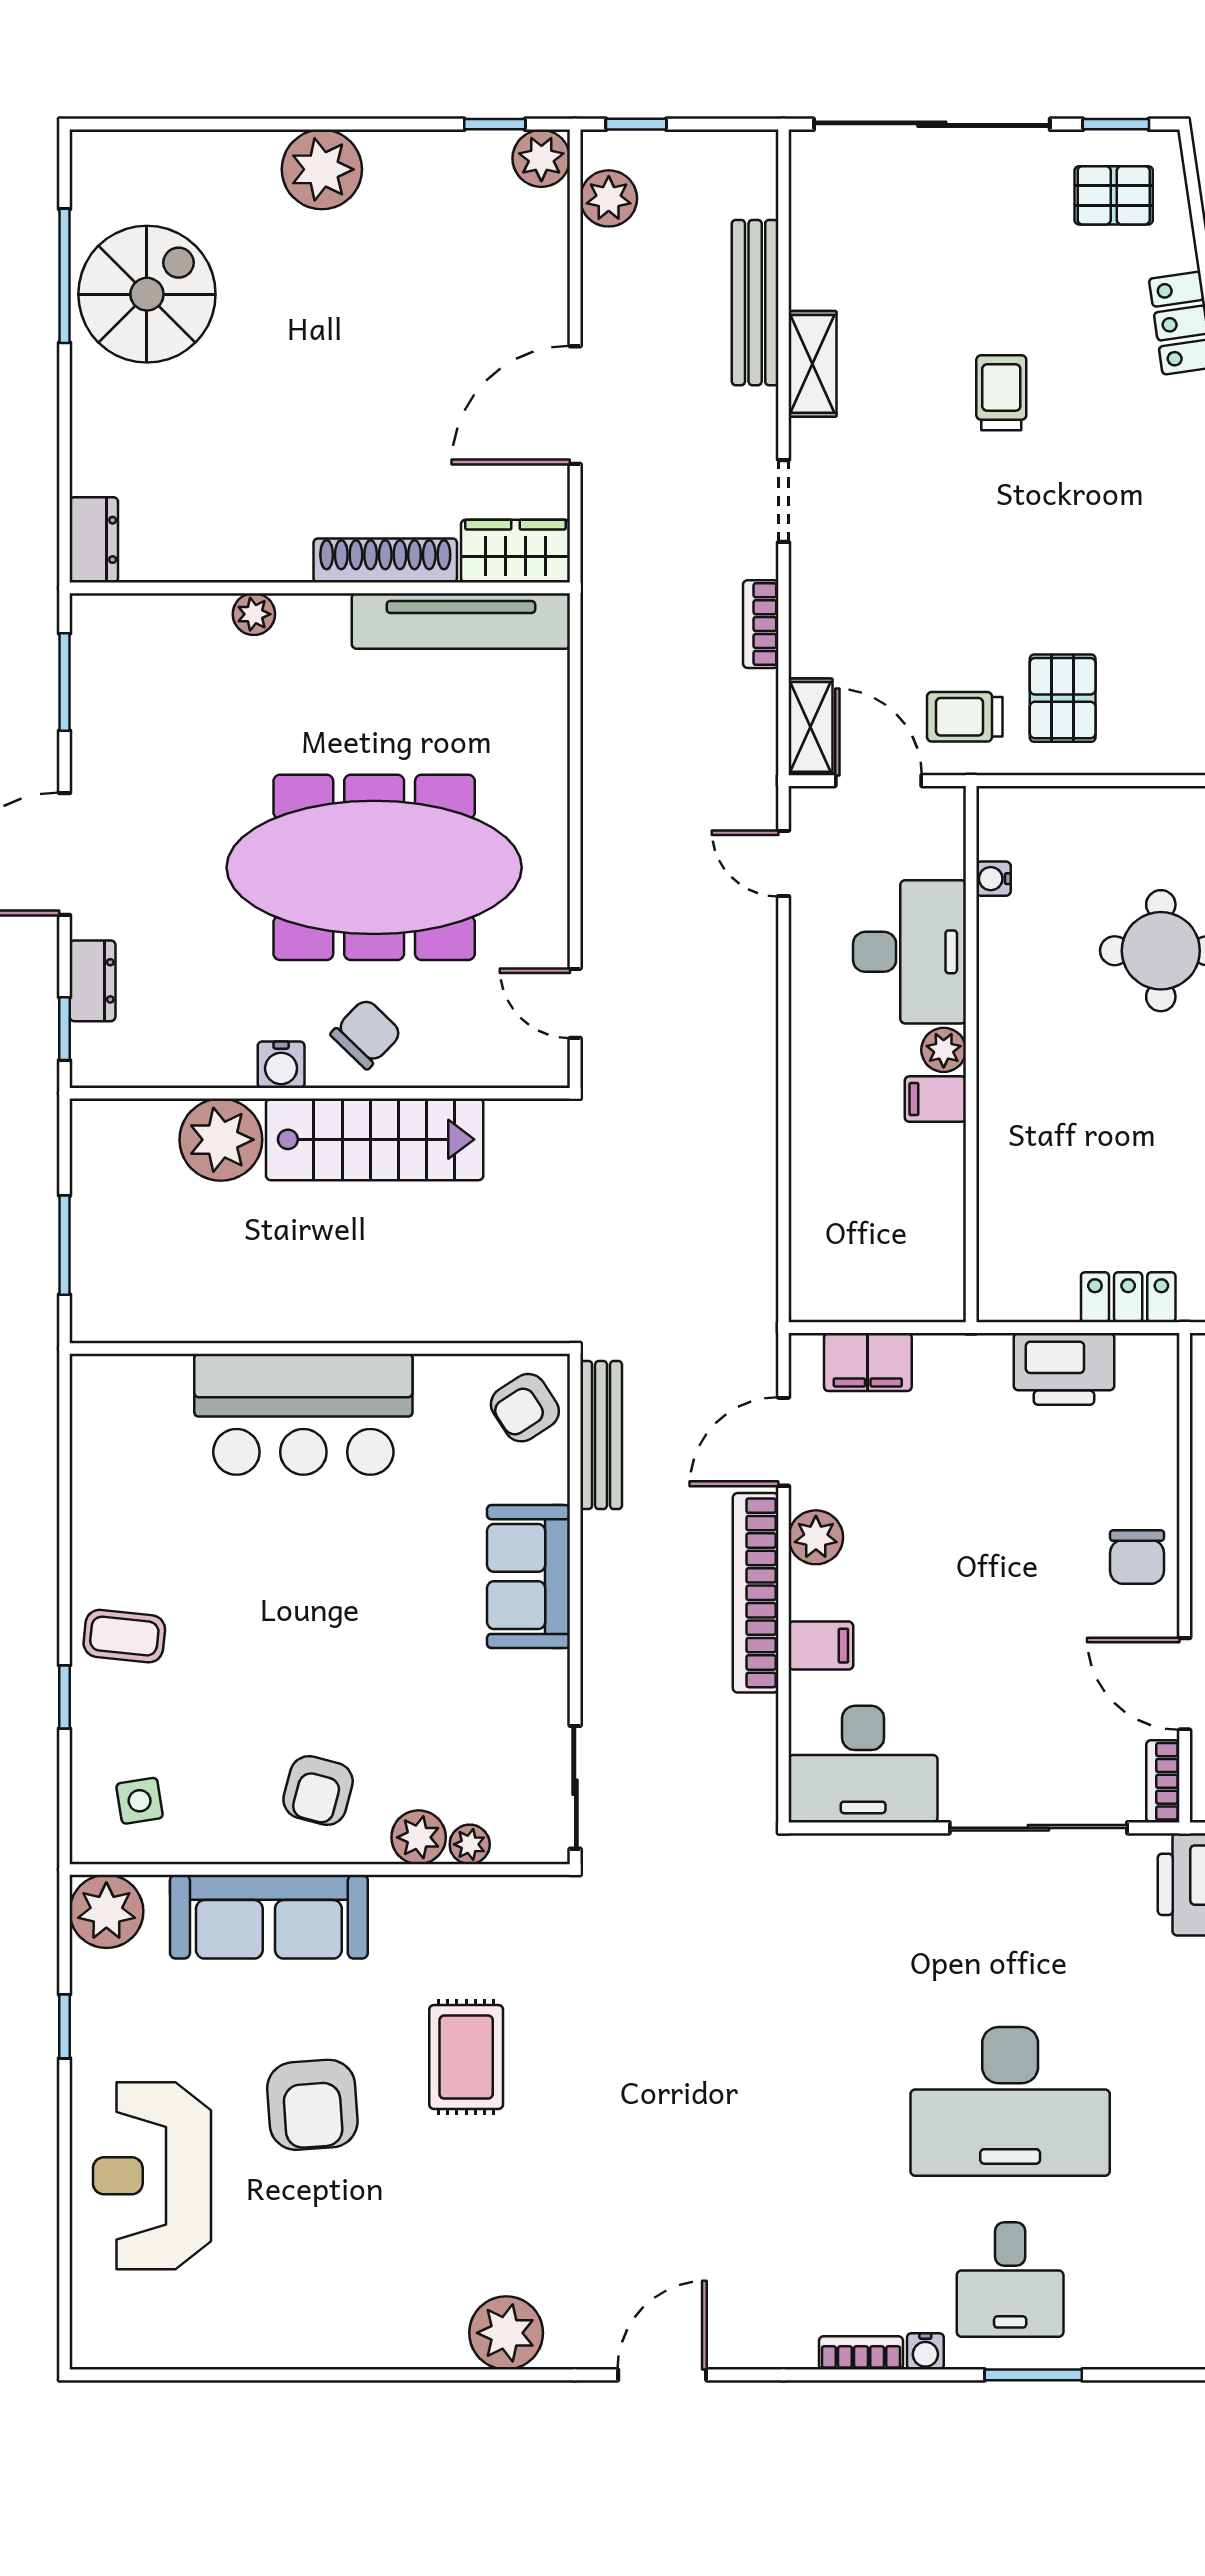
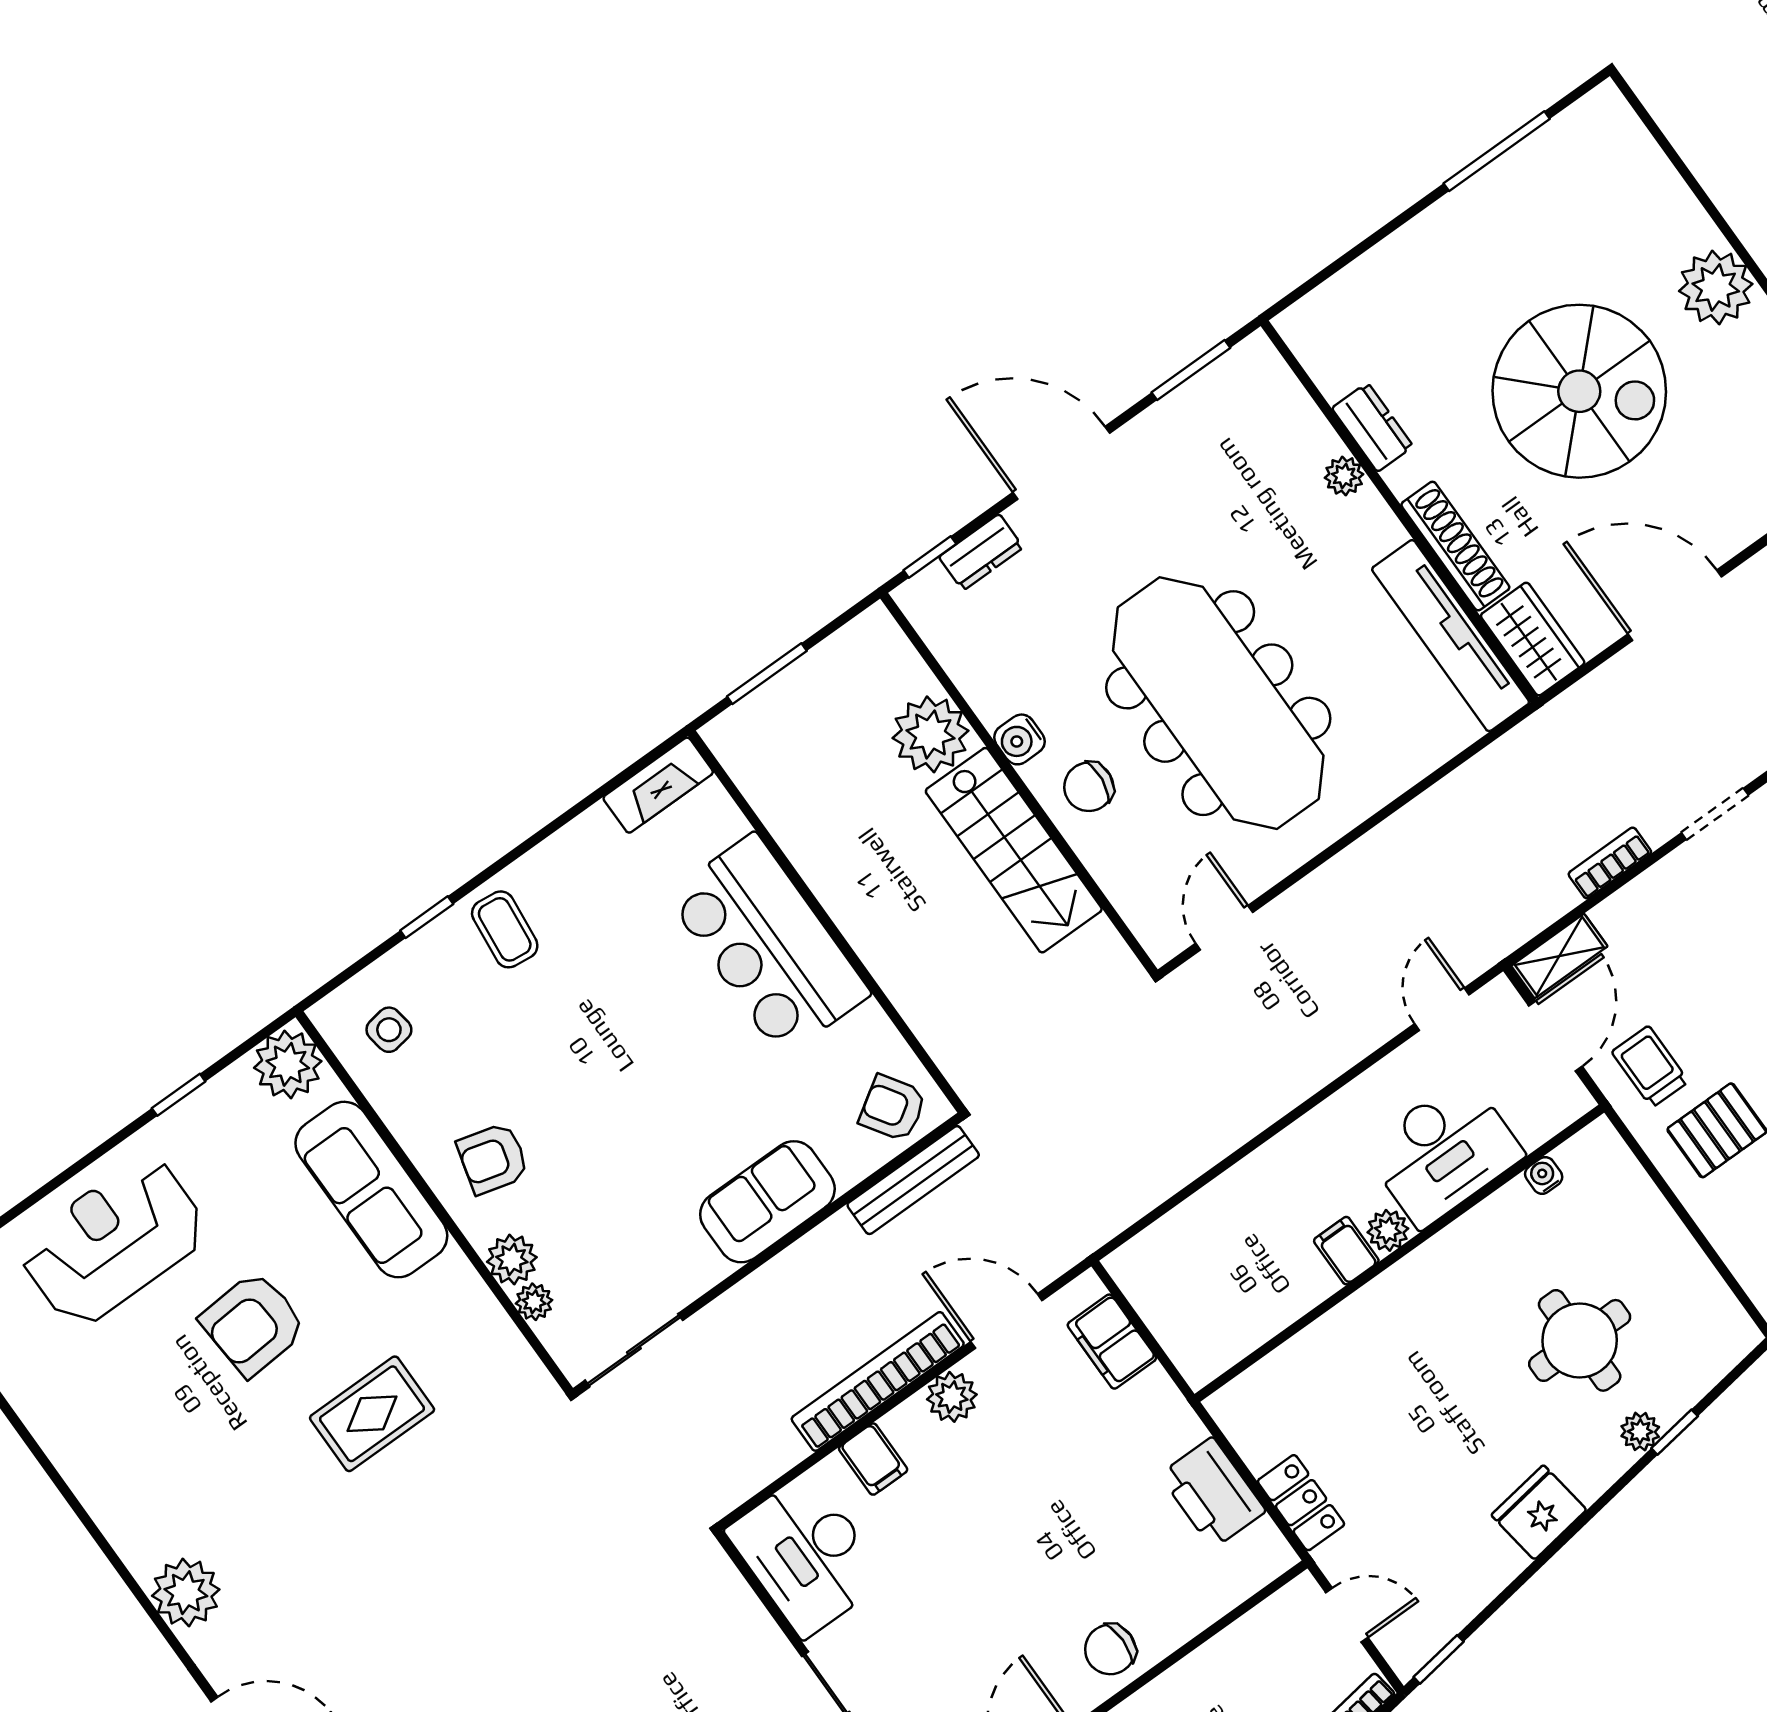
spiral stairs: (147, 294) -> (1579, 391), moved, width x1.37, depth x1.37
dresser: (94, 540) -> (1372, 427), moved, turned -90
chair: (366, 1034) -> (1089, 787), turned 142
fireplace: (94, 1411) -> (658, 785), added

